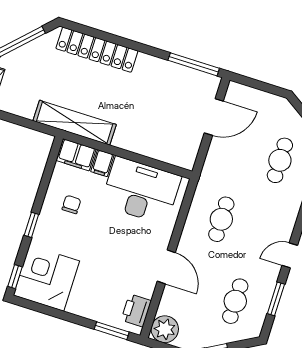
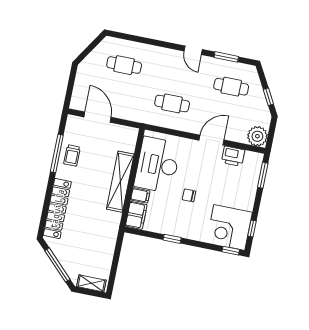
window: (194, 64) -> (57, 153), moved
trolley: (166, 77) -> (72, 155), added
shelving: (75, 123) -> (120, 182), moved
chair: (71, 204) -> (189, 195), moved
window: (31, 225) -> (172, 239), moved
window: (42, 308) -> (252, 228), added
printer: (136, 310) -> (233, 156), moved

